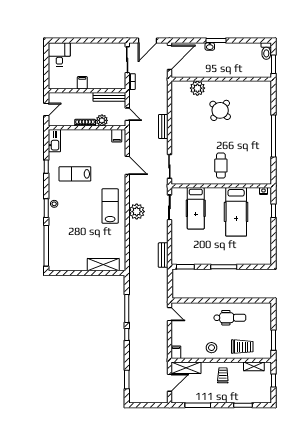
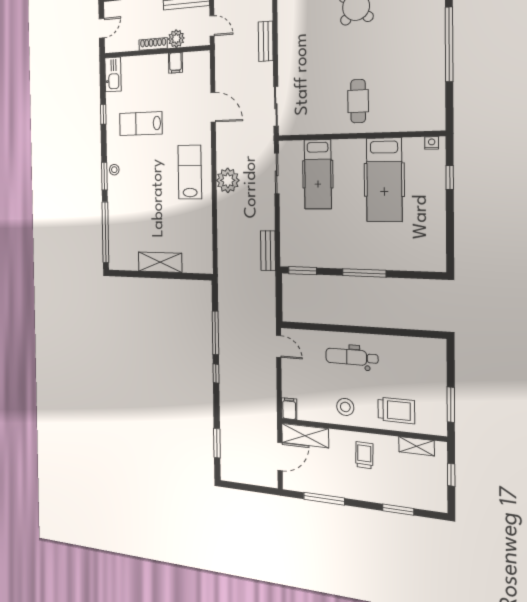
filing cabinet: (117, 136) -> (175, 63), moved
shelving: (103, 265) -> (160, 262), moved
dental chair: (230, 318) -> (352, 357), moved, turned 180

